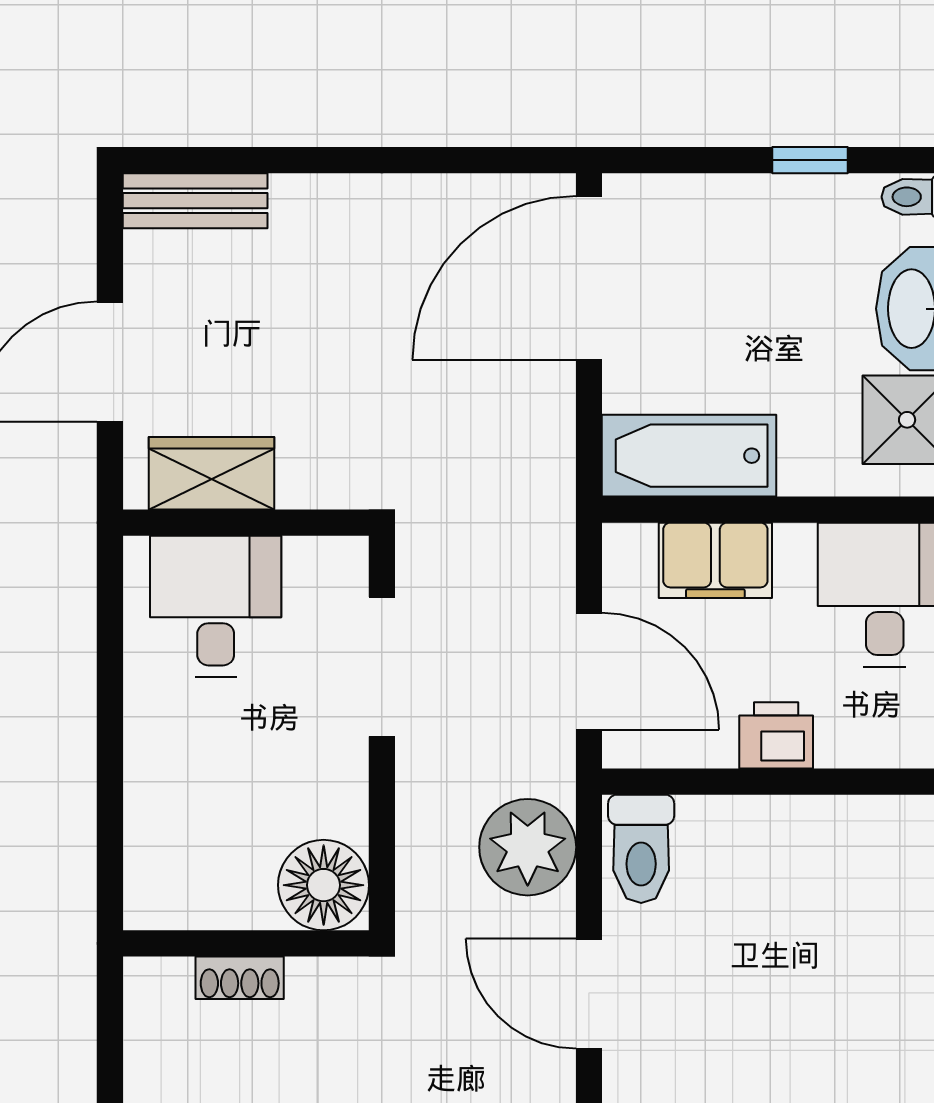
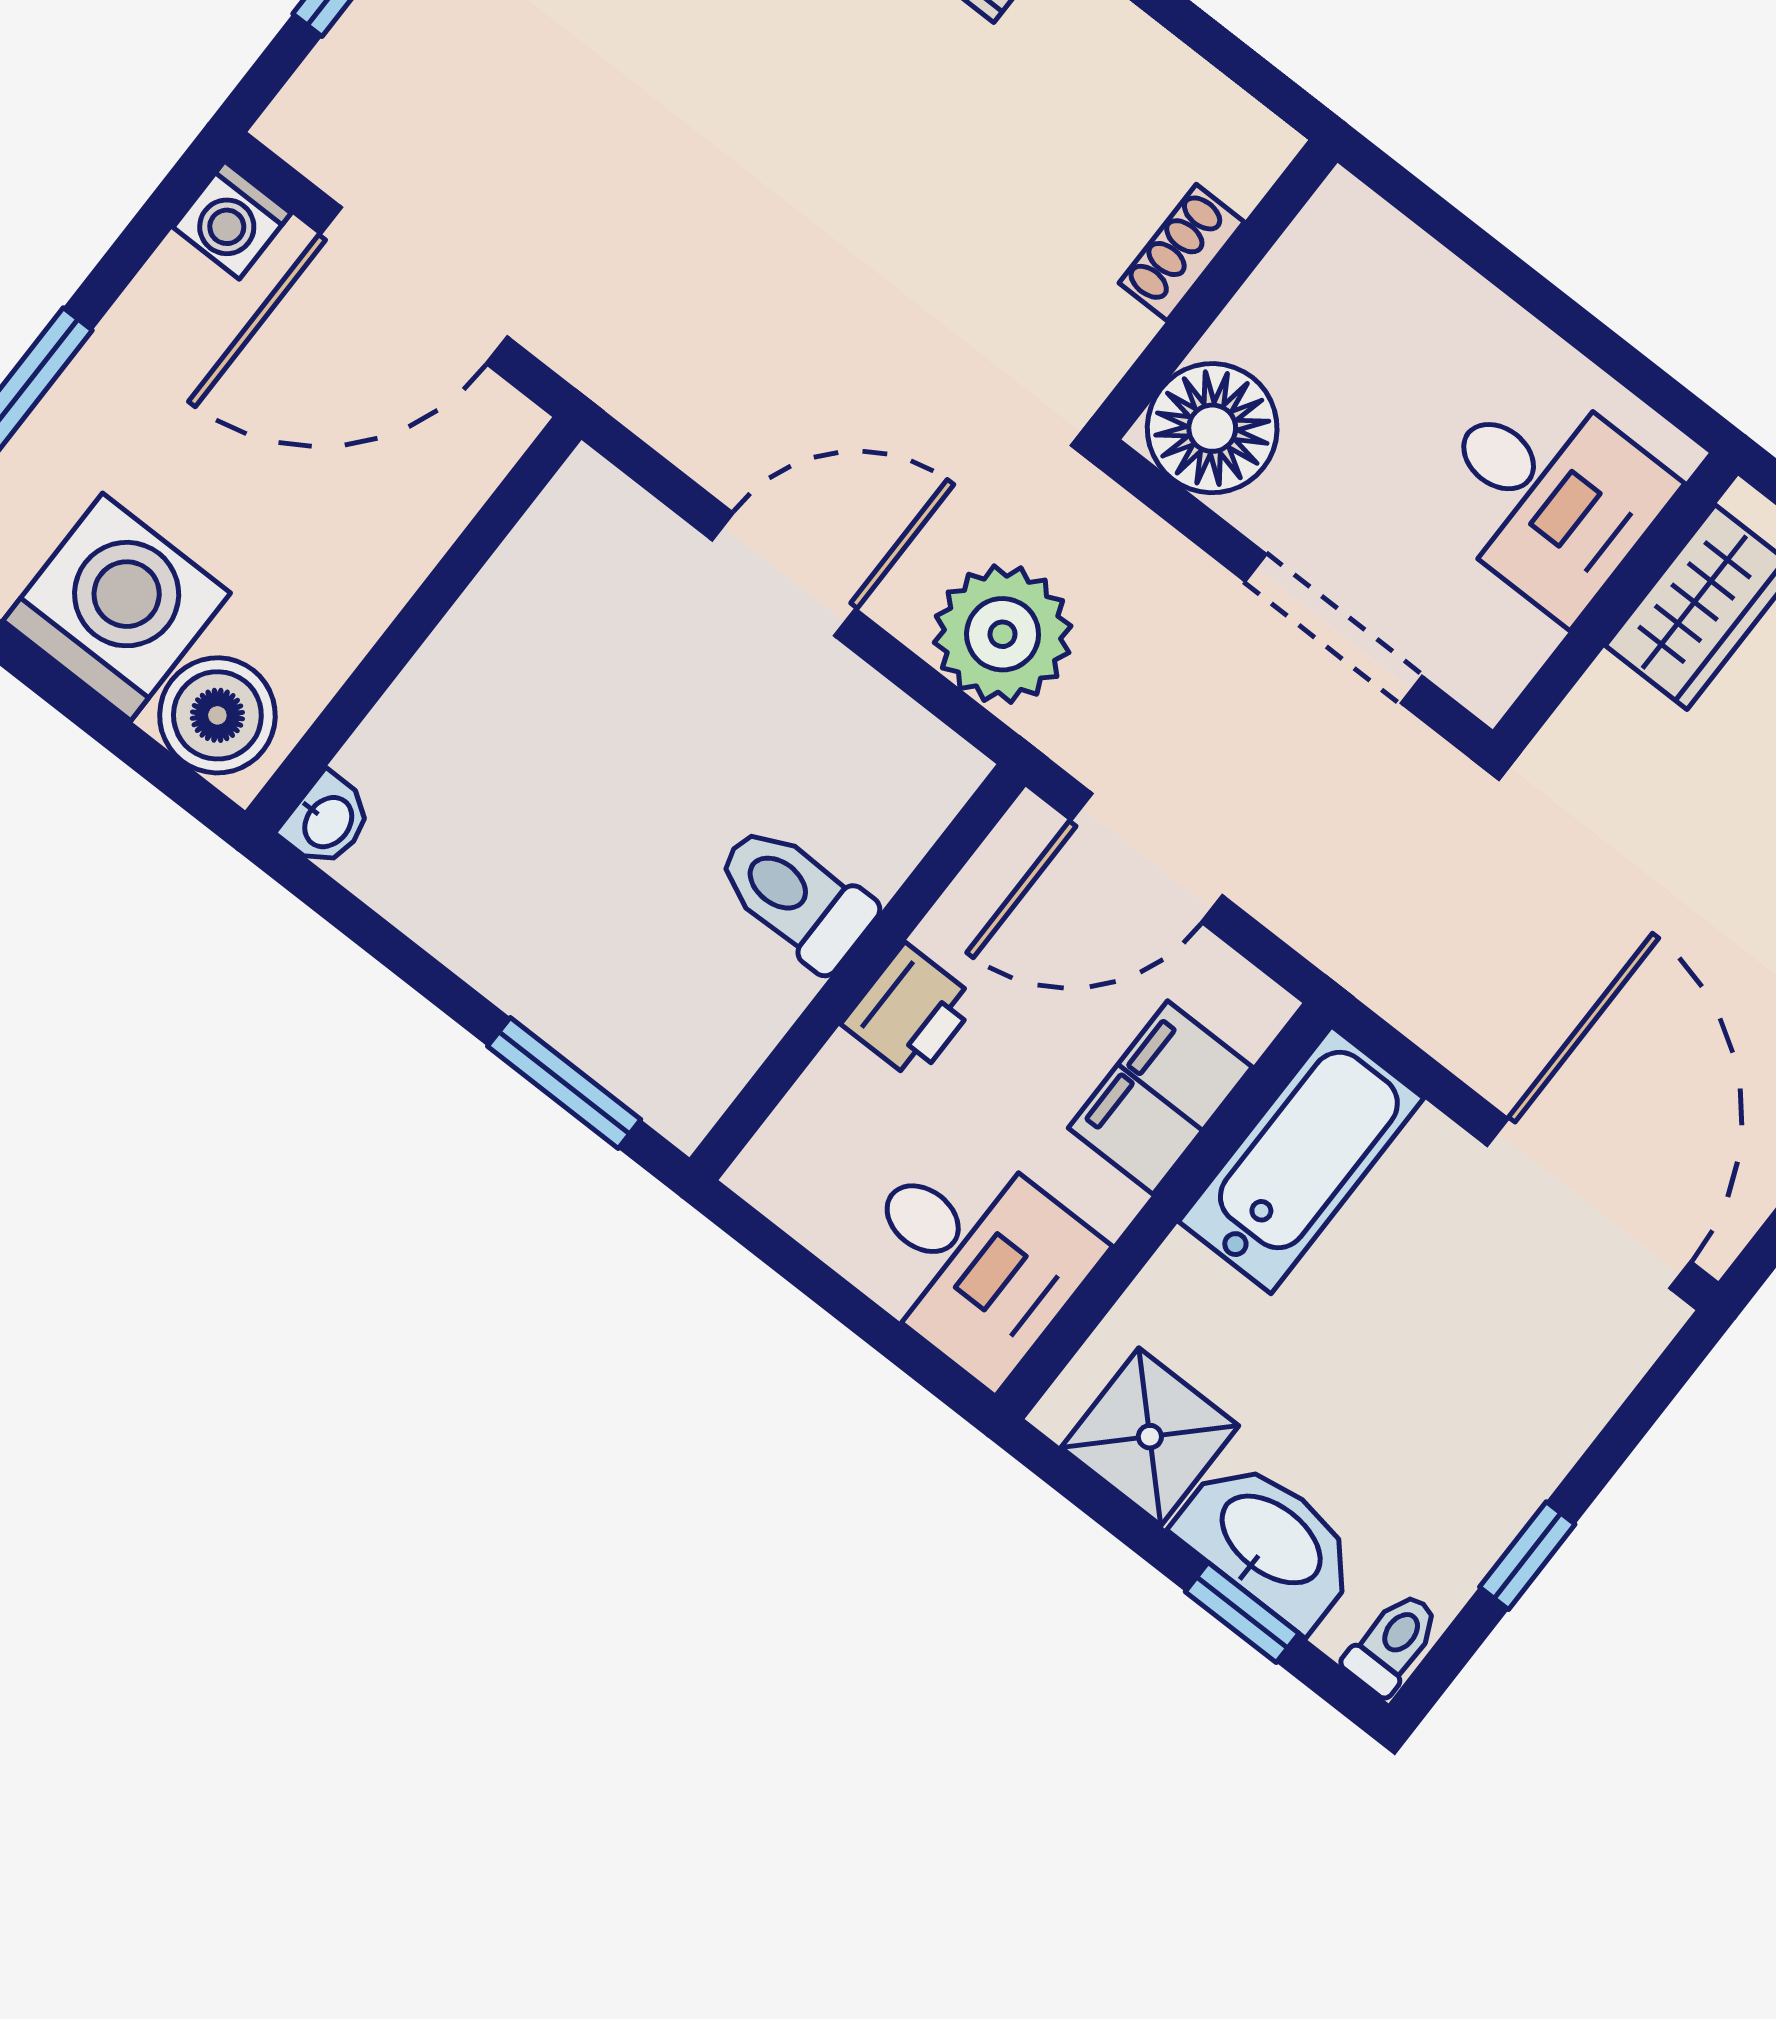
toilet: (641, 849) -> (795, 896), moved
floor lamp: (324, 885) -> (1212, 428), moved
wall: (246, 943) -> (1215, 290), moved
shoe rack: (240, 978) -> (1182, 253), moved

